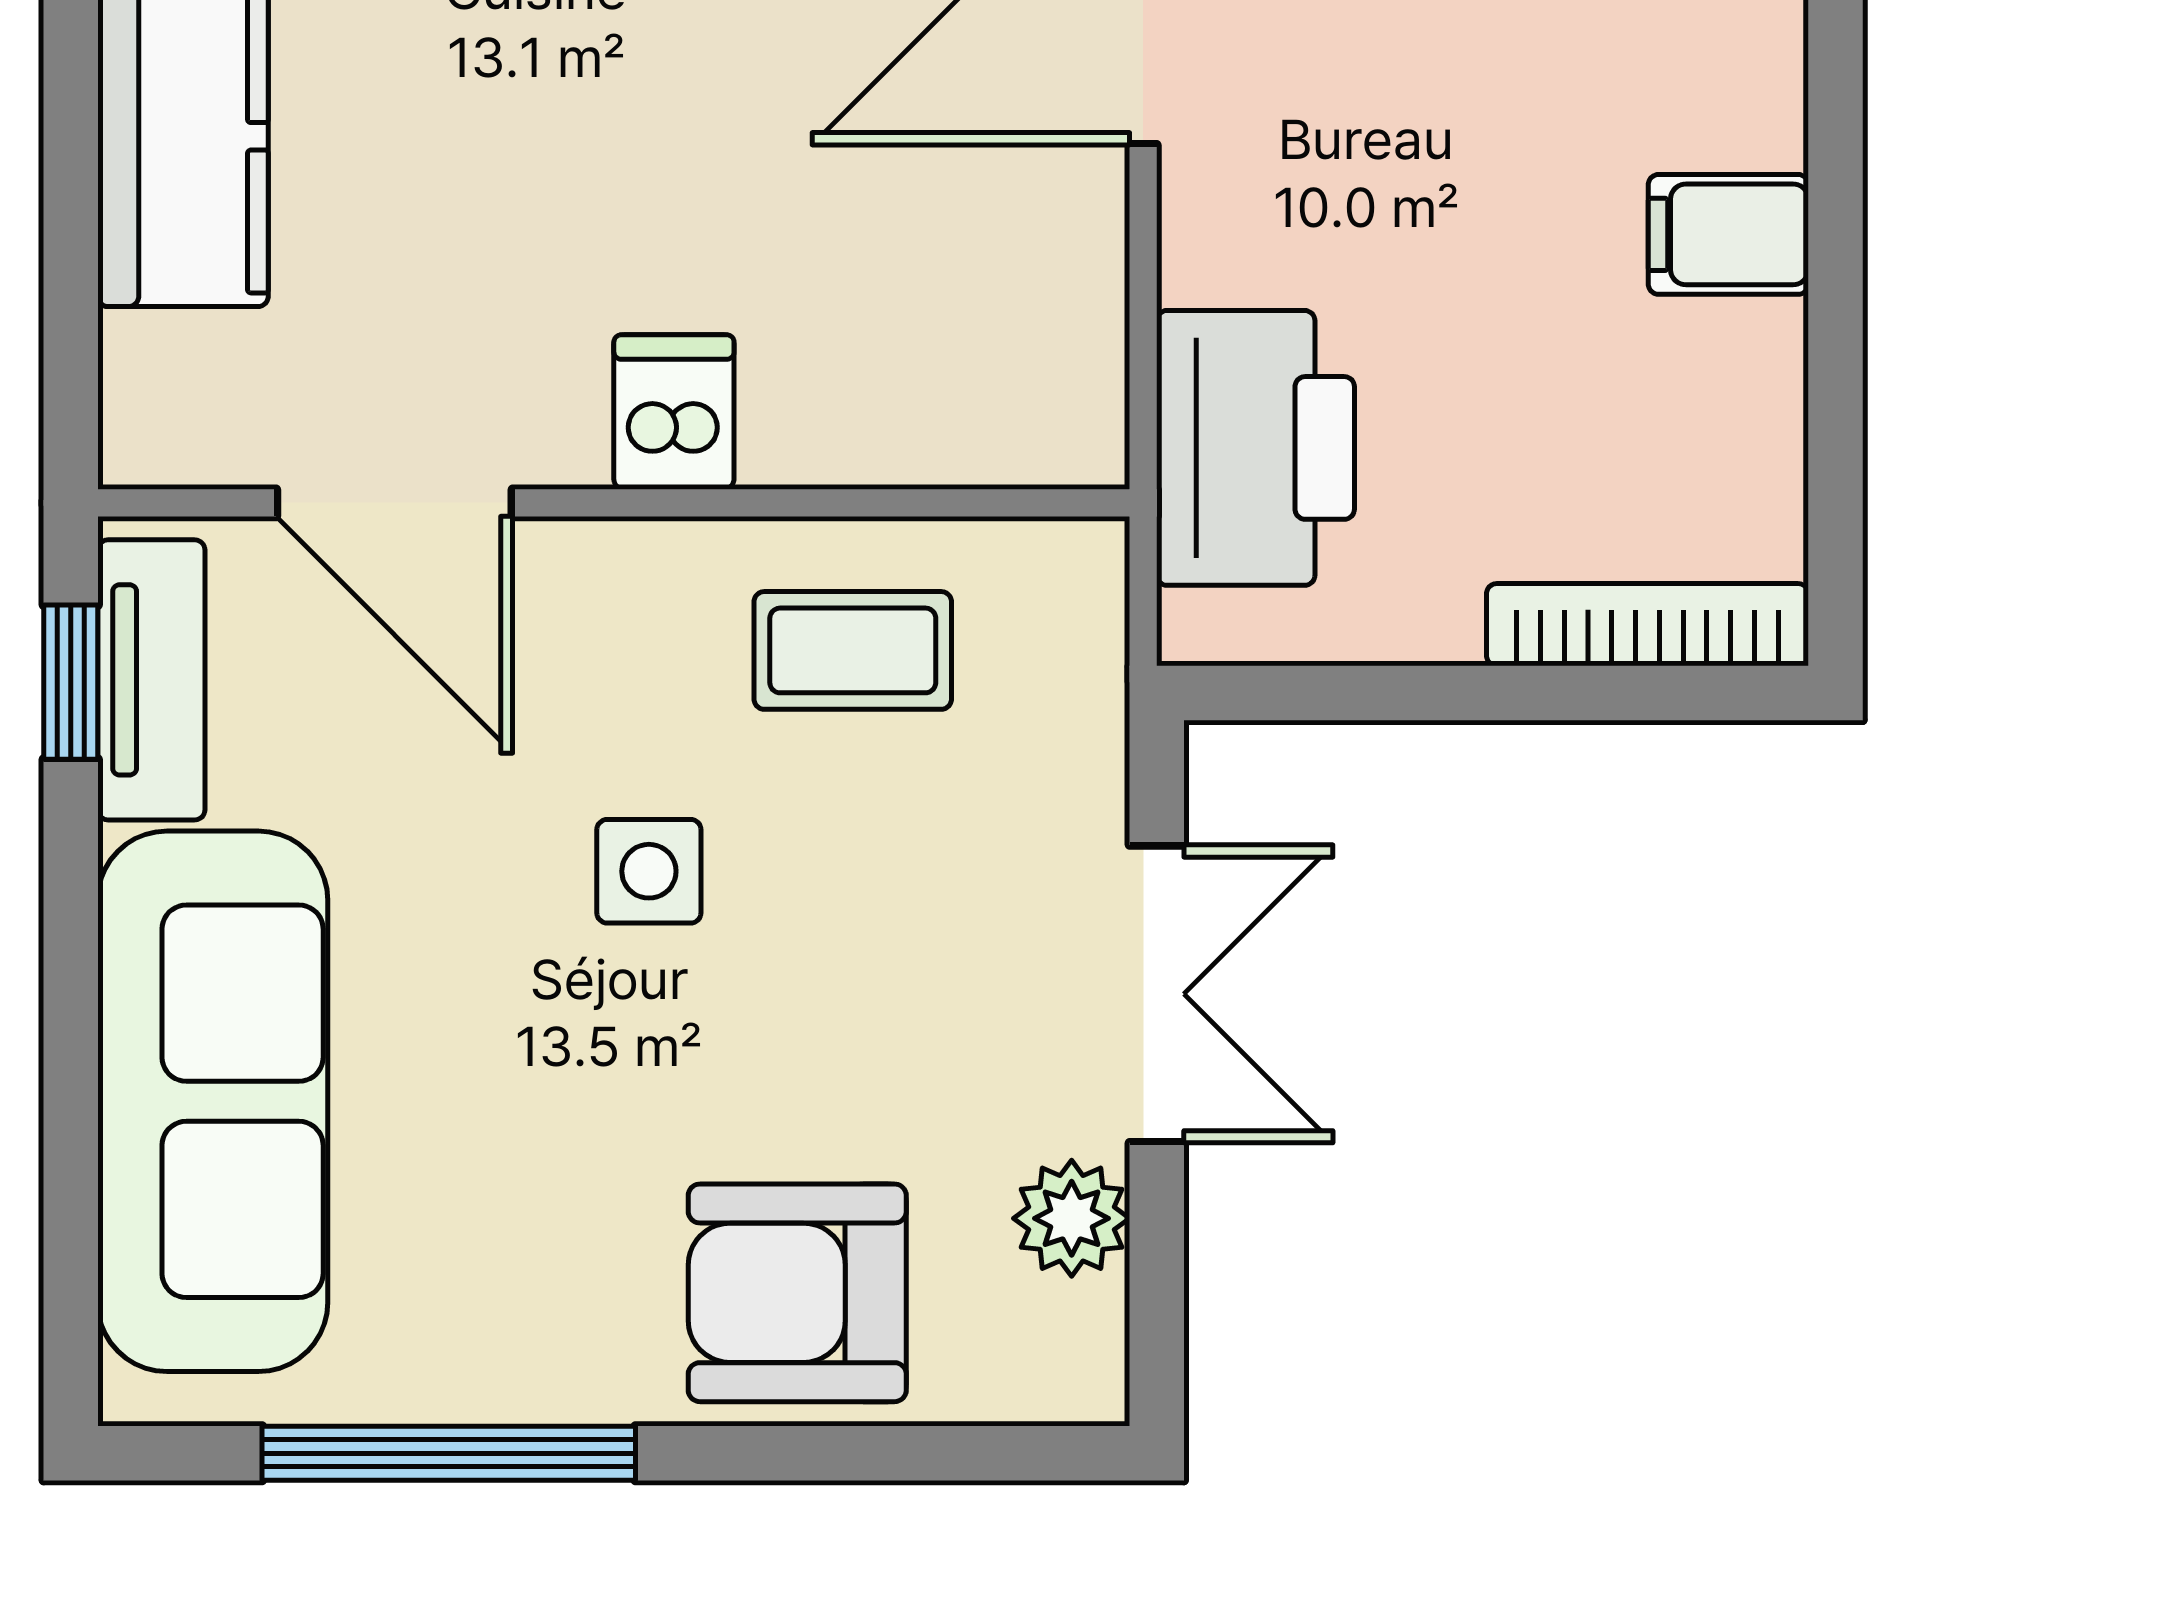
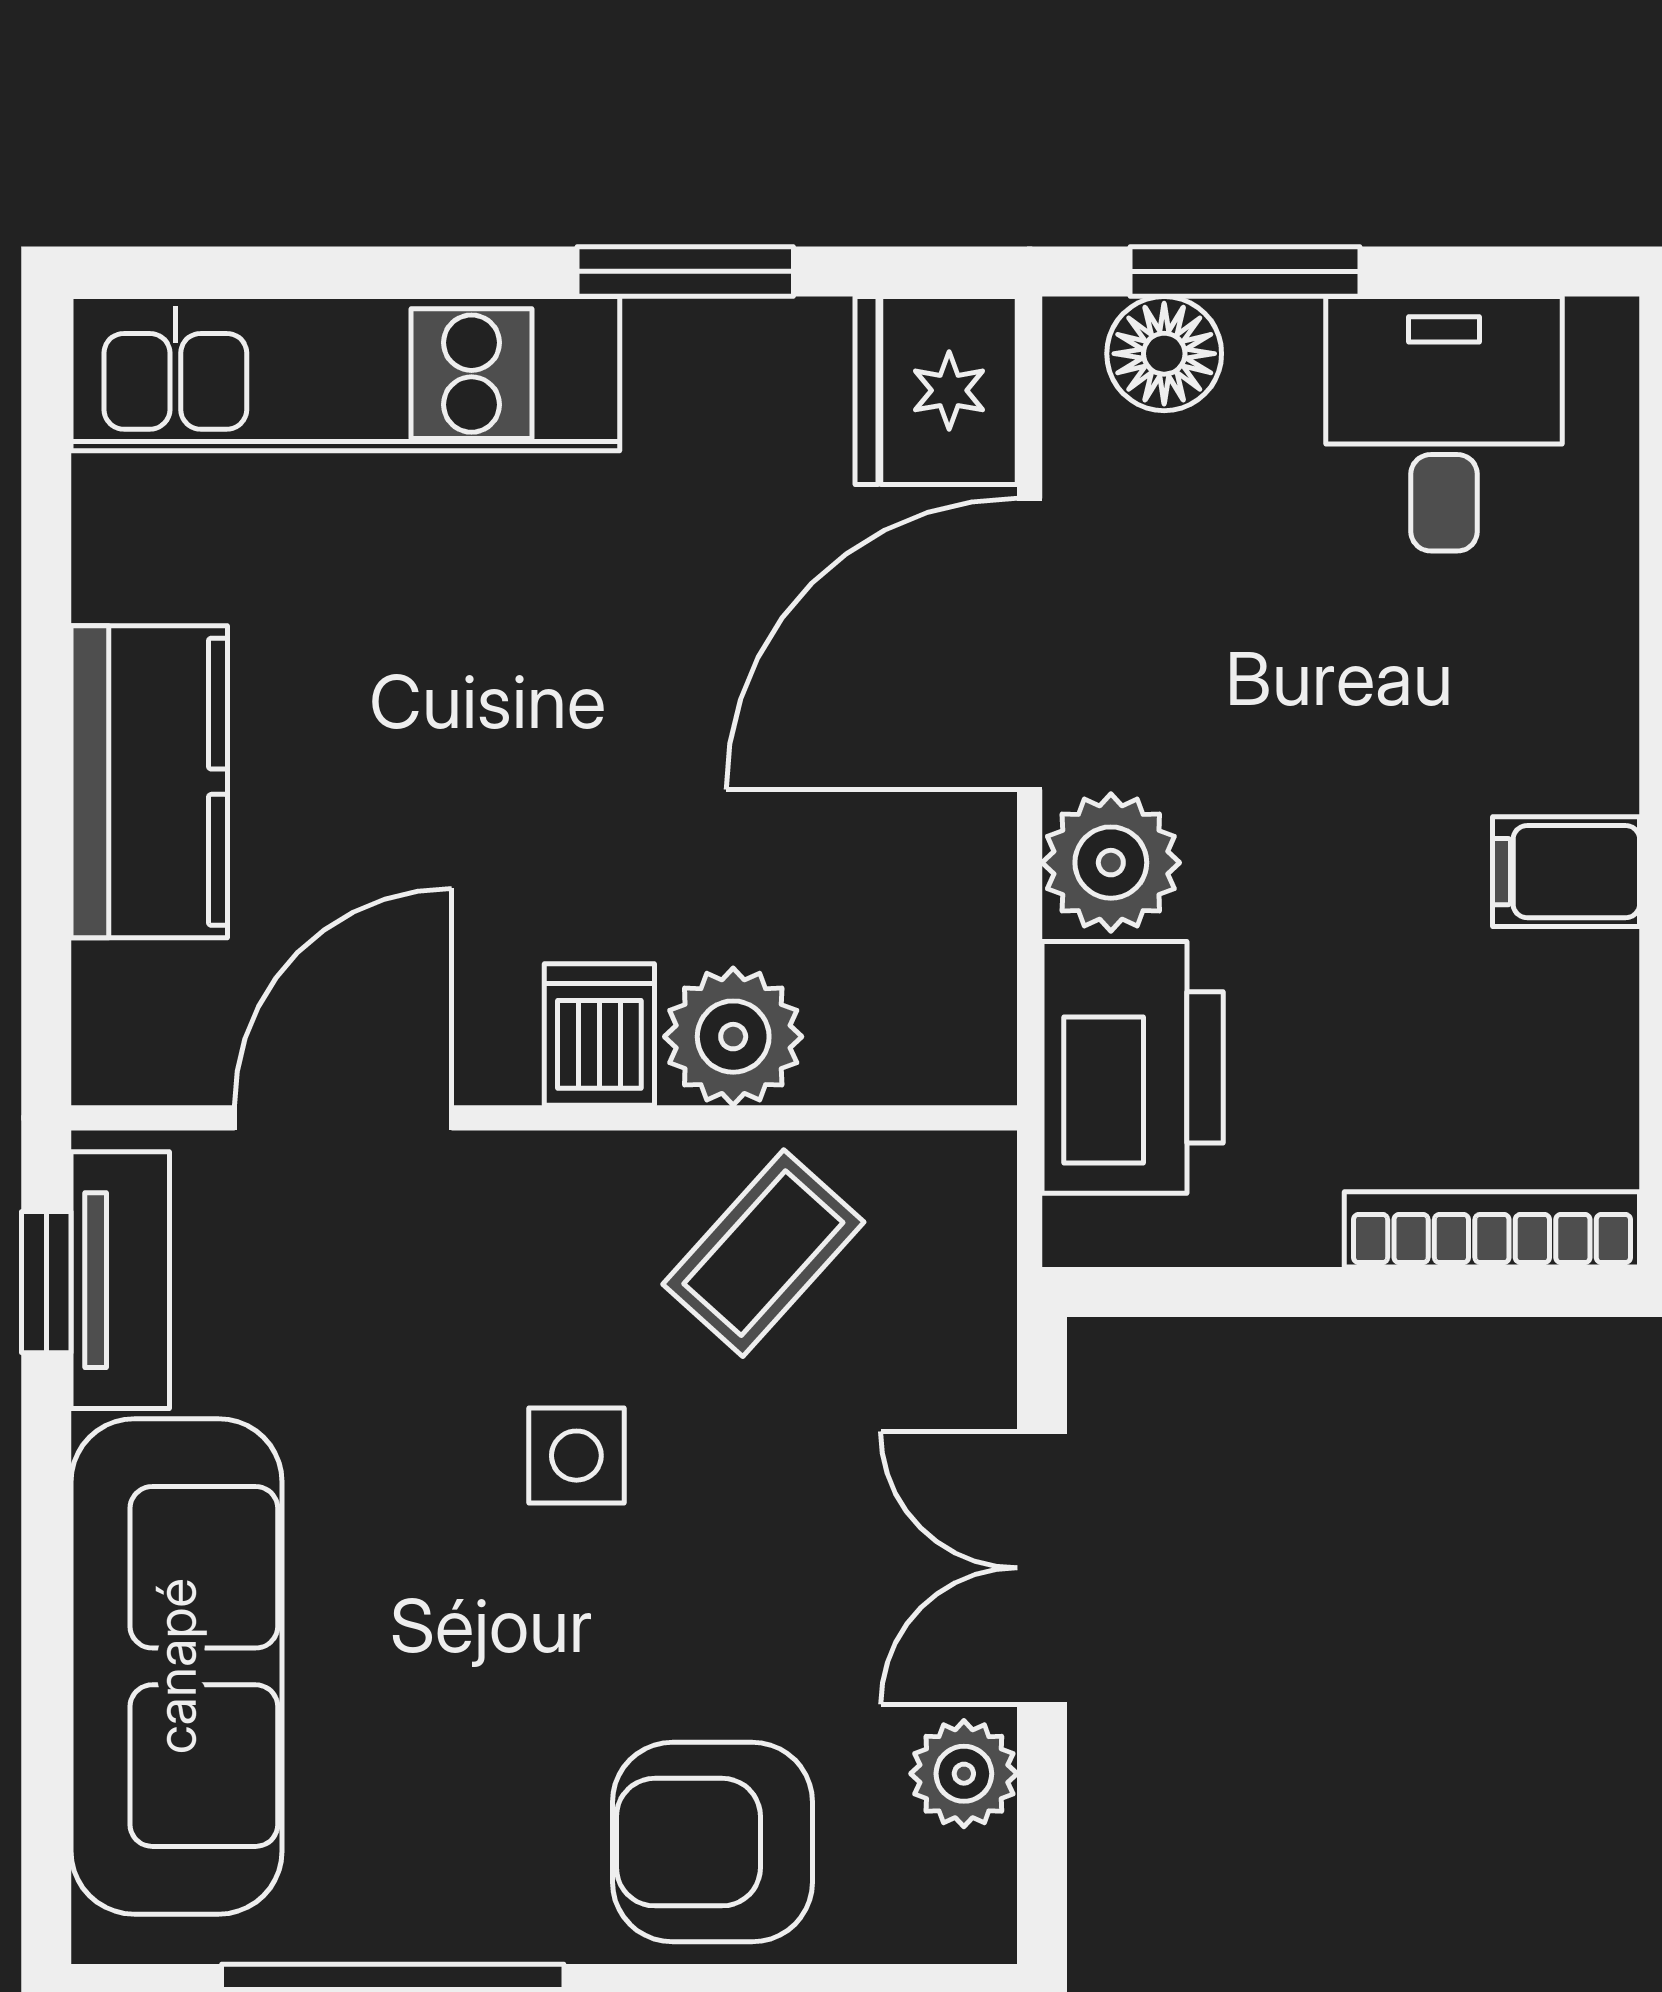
plant: (1232, 224) -> (1111, 863), added
plant: (820, 414) -> (733, 1037), added
door: (394, 503) -> (343, 1118), swing flipped
coffee table: (853, 650) -> (763, 1253), turned -48
double door: (1157, 994) -> (1042, 1568), swing flipped

